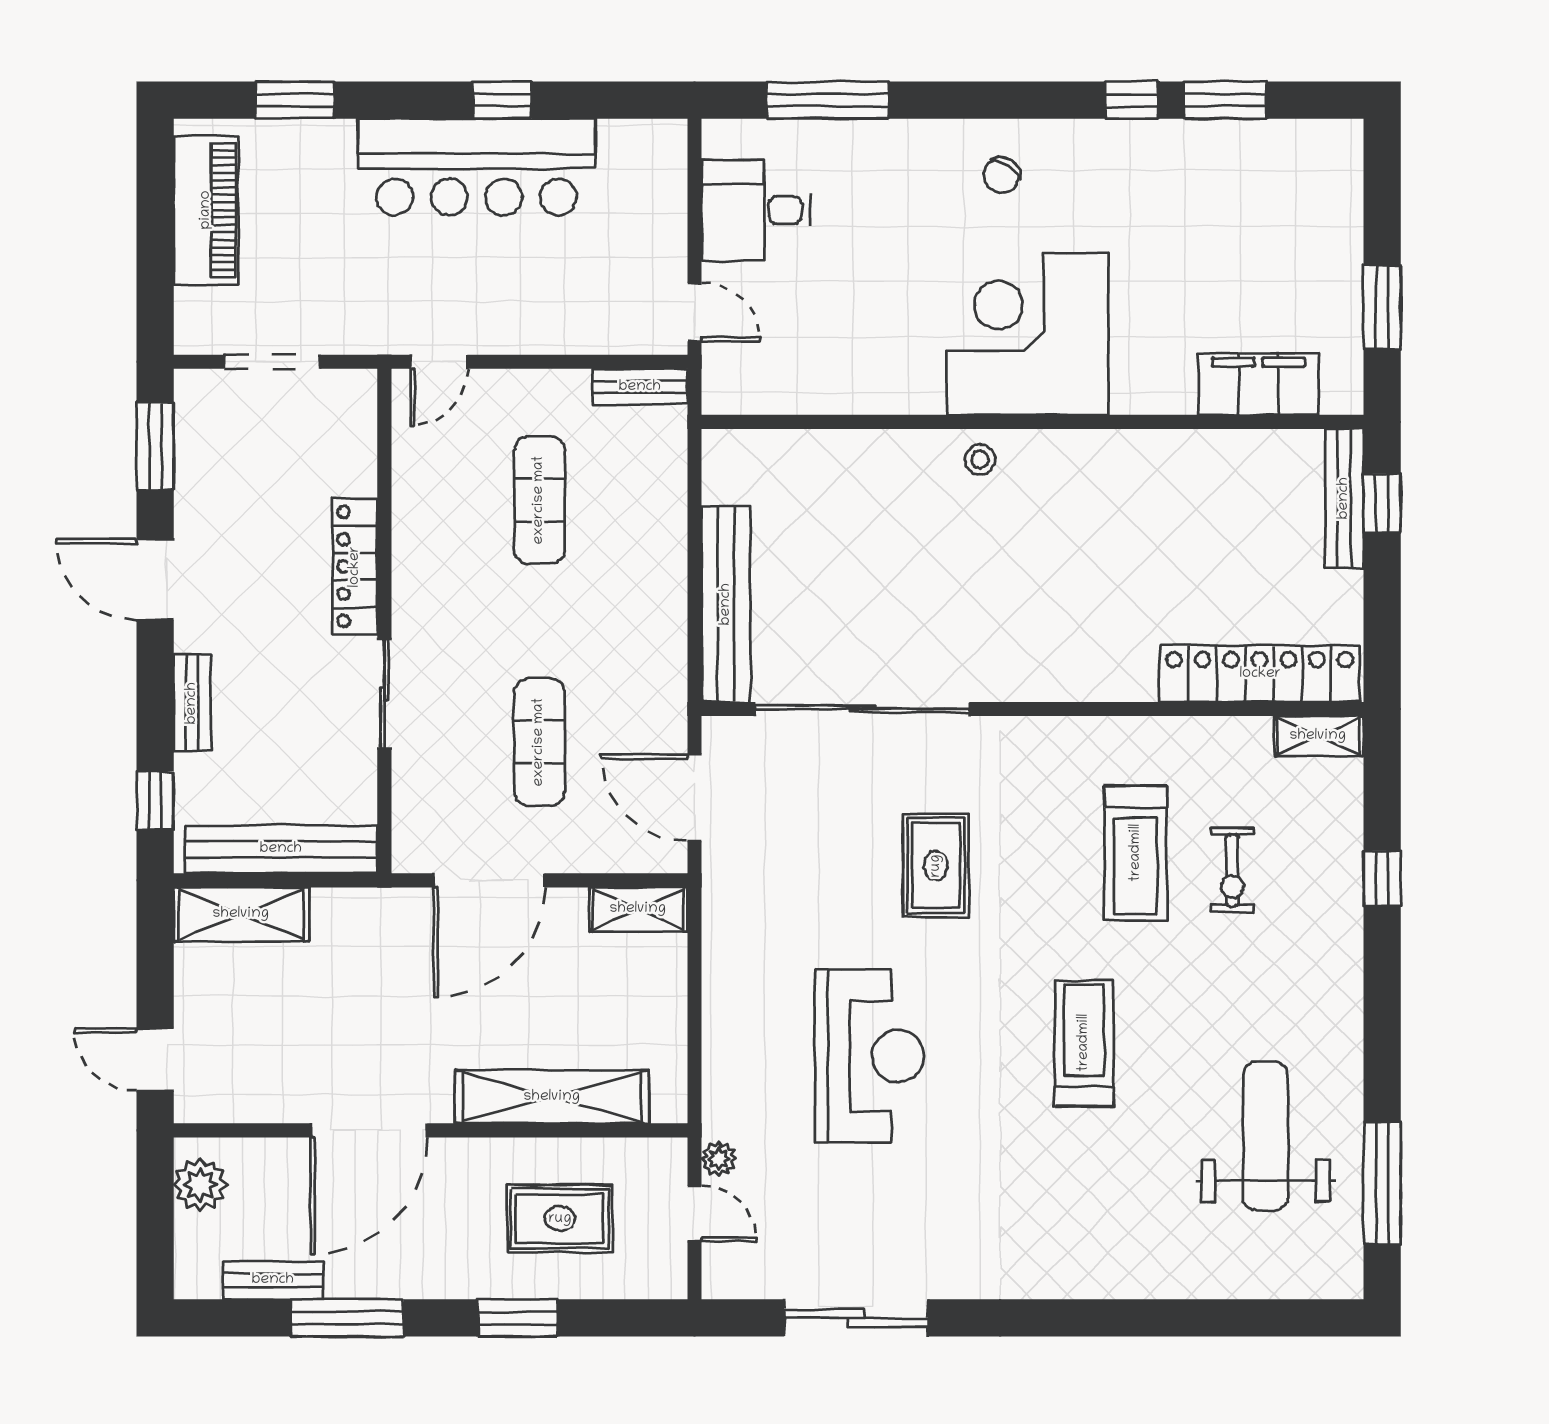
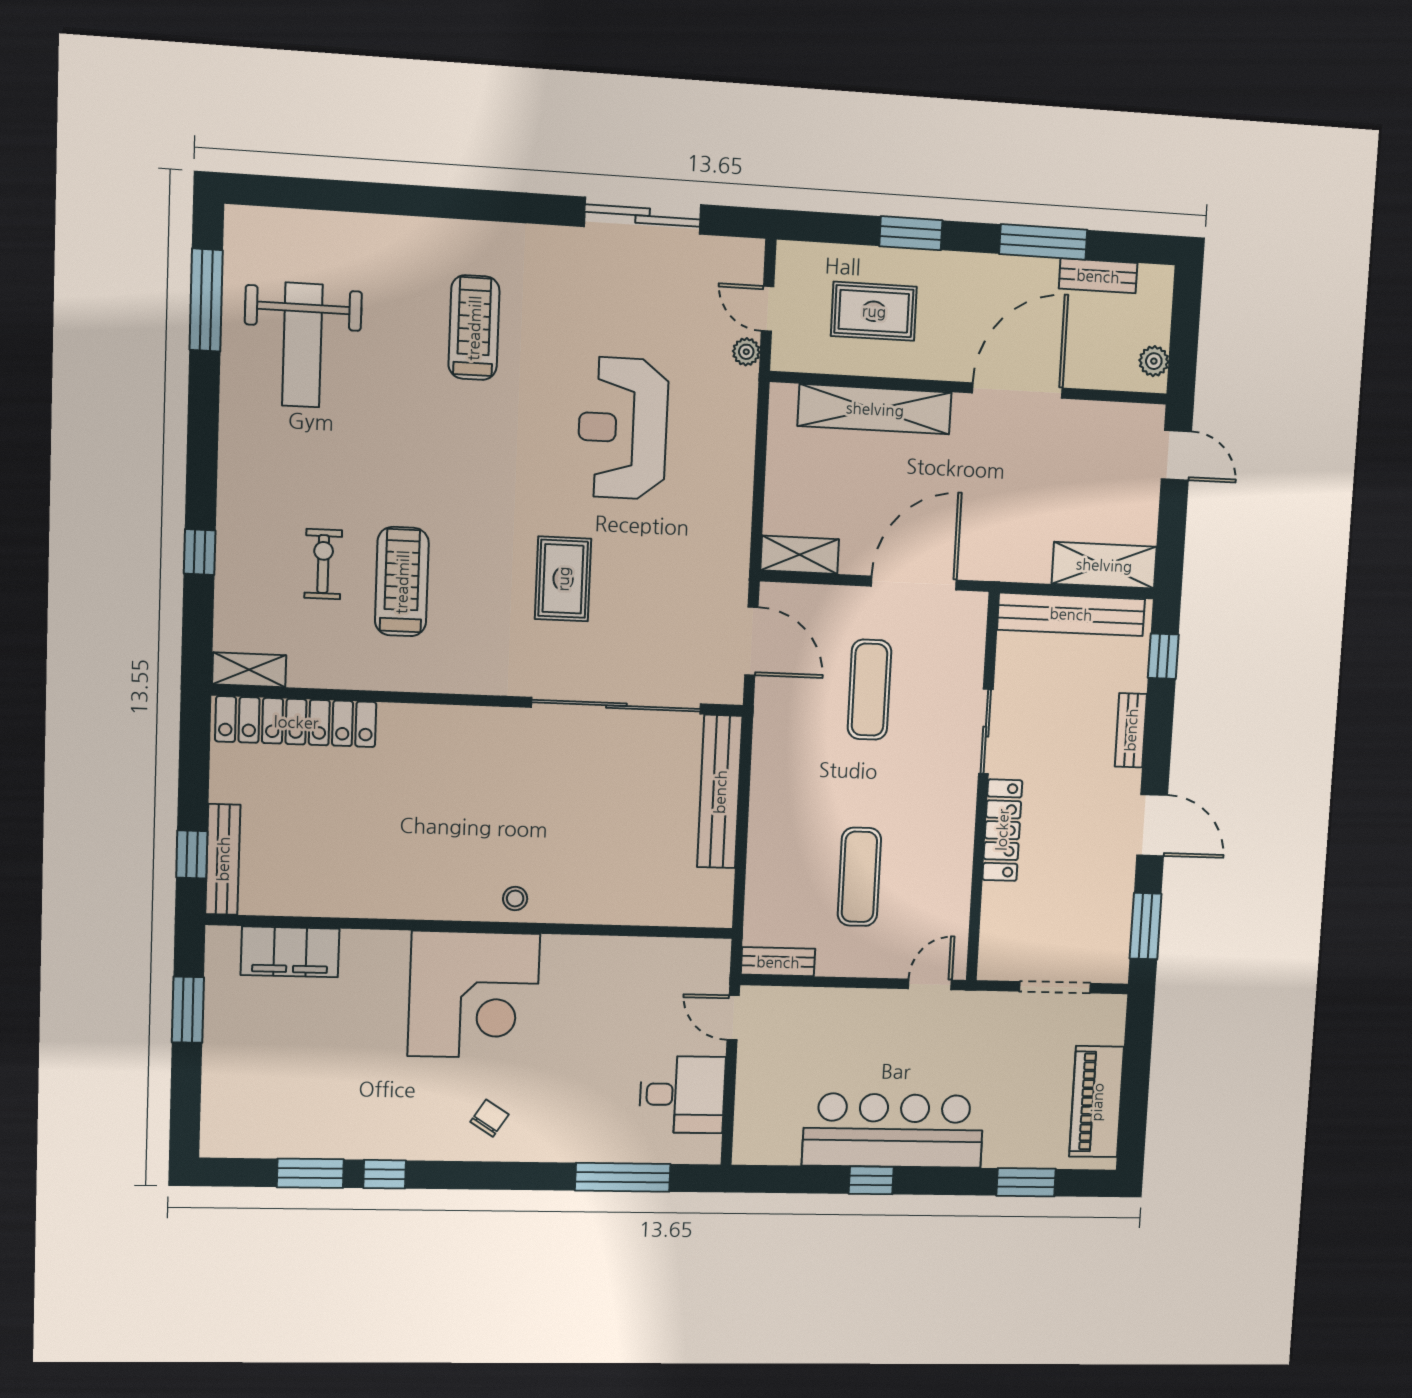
treadmill: (1084, 1043) -> (474, 328), moved, turned 180
plant: (200, 1185) -> (1154, 361), width x0.73, depth x0.73

